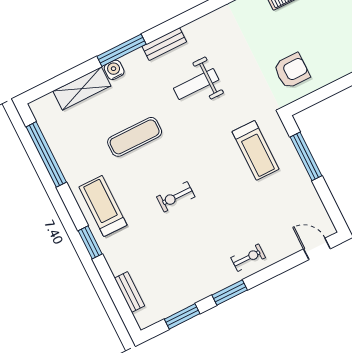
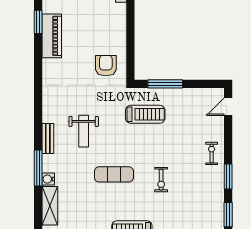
exercise mat: (135, 137) -> (114, 174), moved, turned 90
exercise bike: (176, 197) -> (161, 180), moved

